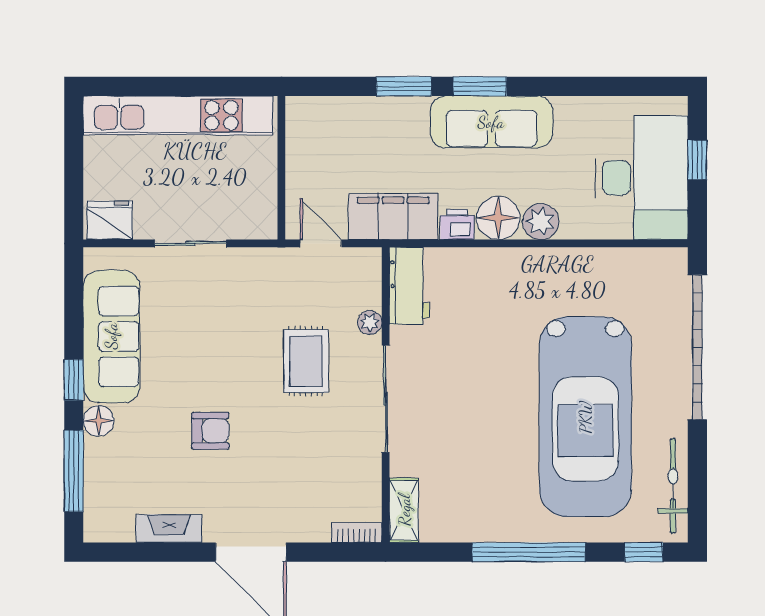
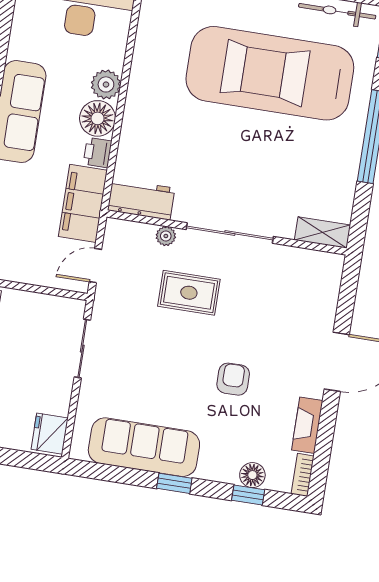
sliding door: (190, 243) -> (82, 349), moved
car: (585, 417) -> (270, 73), turned 180
floor lamp: (99, 421) -> (252, 475), moved
window: (74, 471) -> (248, 495), width x0.46
bookcase: (357, 533) -> (303, 475), moved

